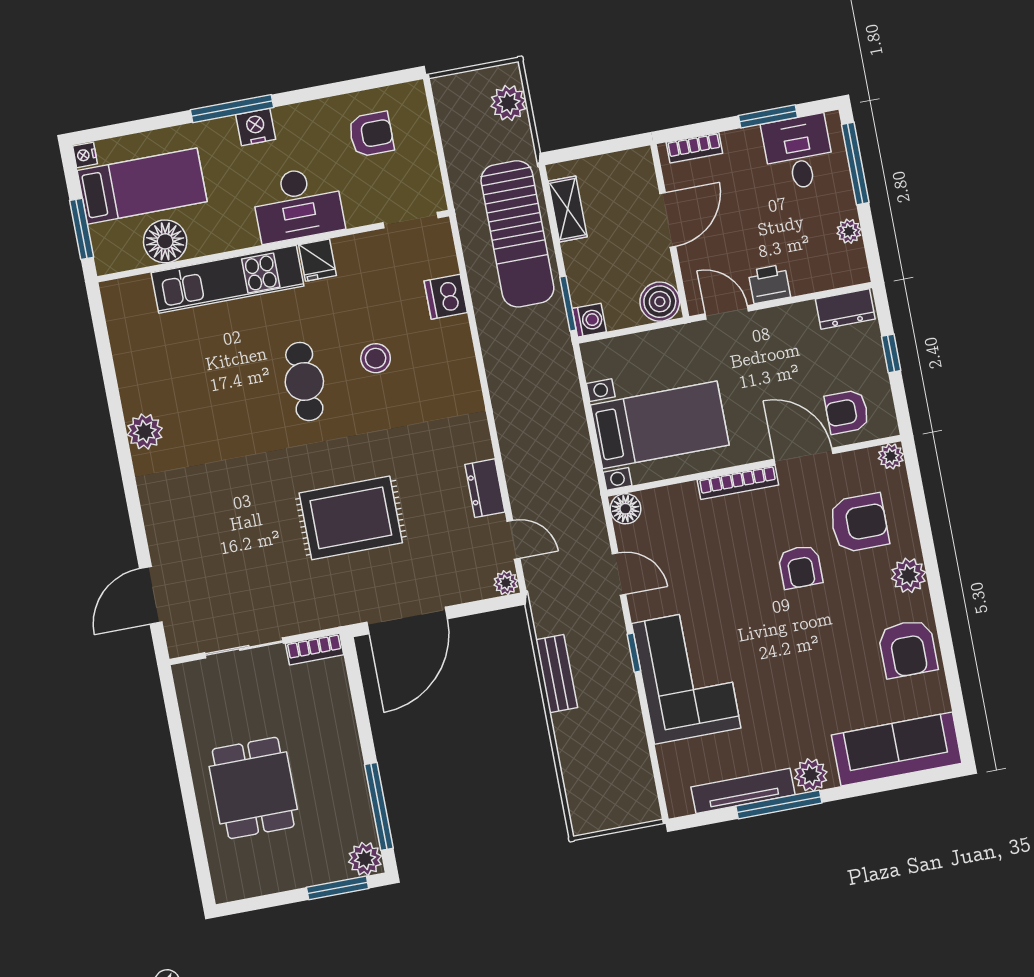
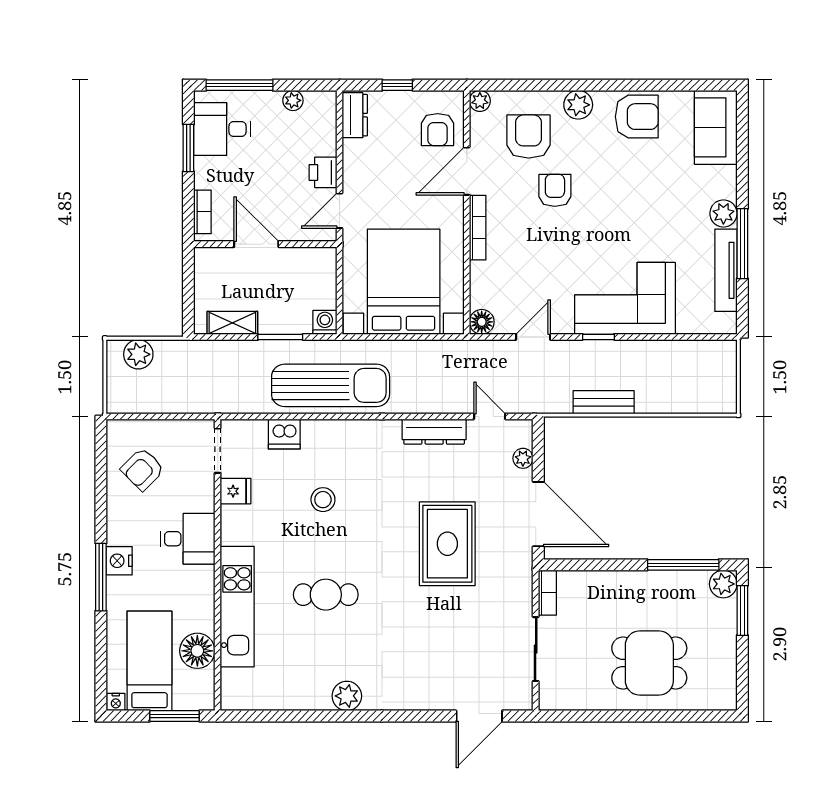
armchair: (371, 134) -> (143, 469), turned -135
desk: (298, 204) -> (188, 539), width x0.73
sun lounger: (517, 234) -> (331, 385), moved
fridge: (318, 260) -> (235, 491), moved
boiler: (660, 302) -> (321, 263), removed
window: (568, 304) -> (280, 337), moved
cafe table: (304, 381) -> (326, 595), moved
bed with nightstands: (660, 425) -> (404, 282), width x1.36
dresser: (485, 488) -> (434, 432), width x1.44
door: (514, 540) -> (490, 416), hinge flipped
armchair: (800, 567) -> (555, 190), turned -90
plant: (506, 583) -> (523, 458), moved
door: (151, 595) -> (479, 716), hinge flipped
sofa: (897, 749) -> (716, 127), width x0.73

